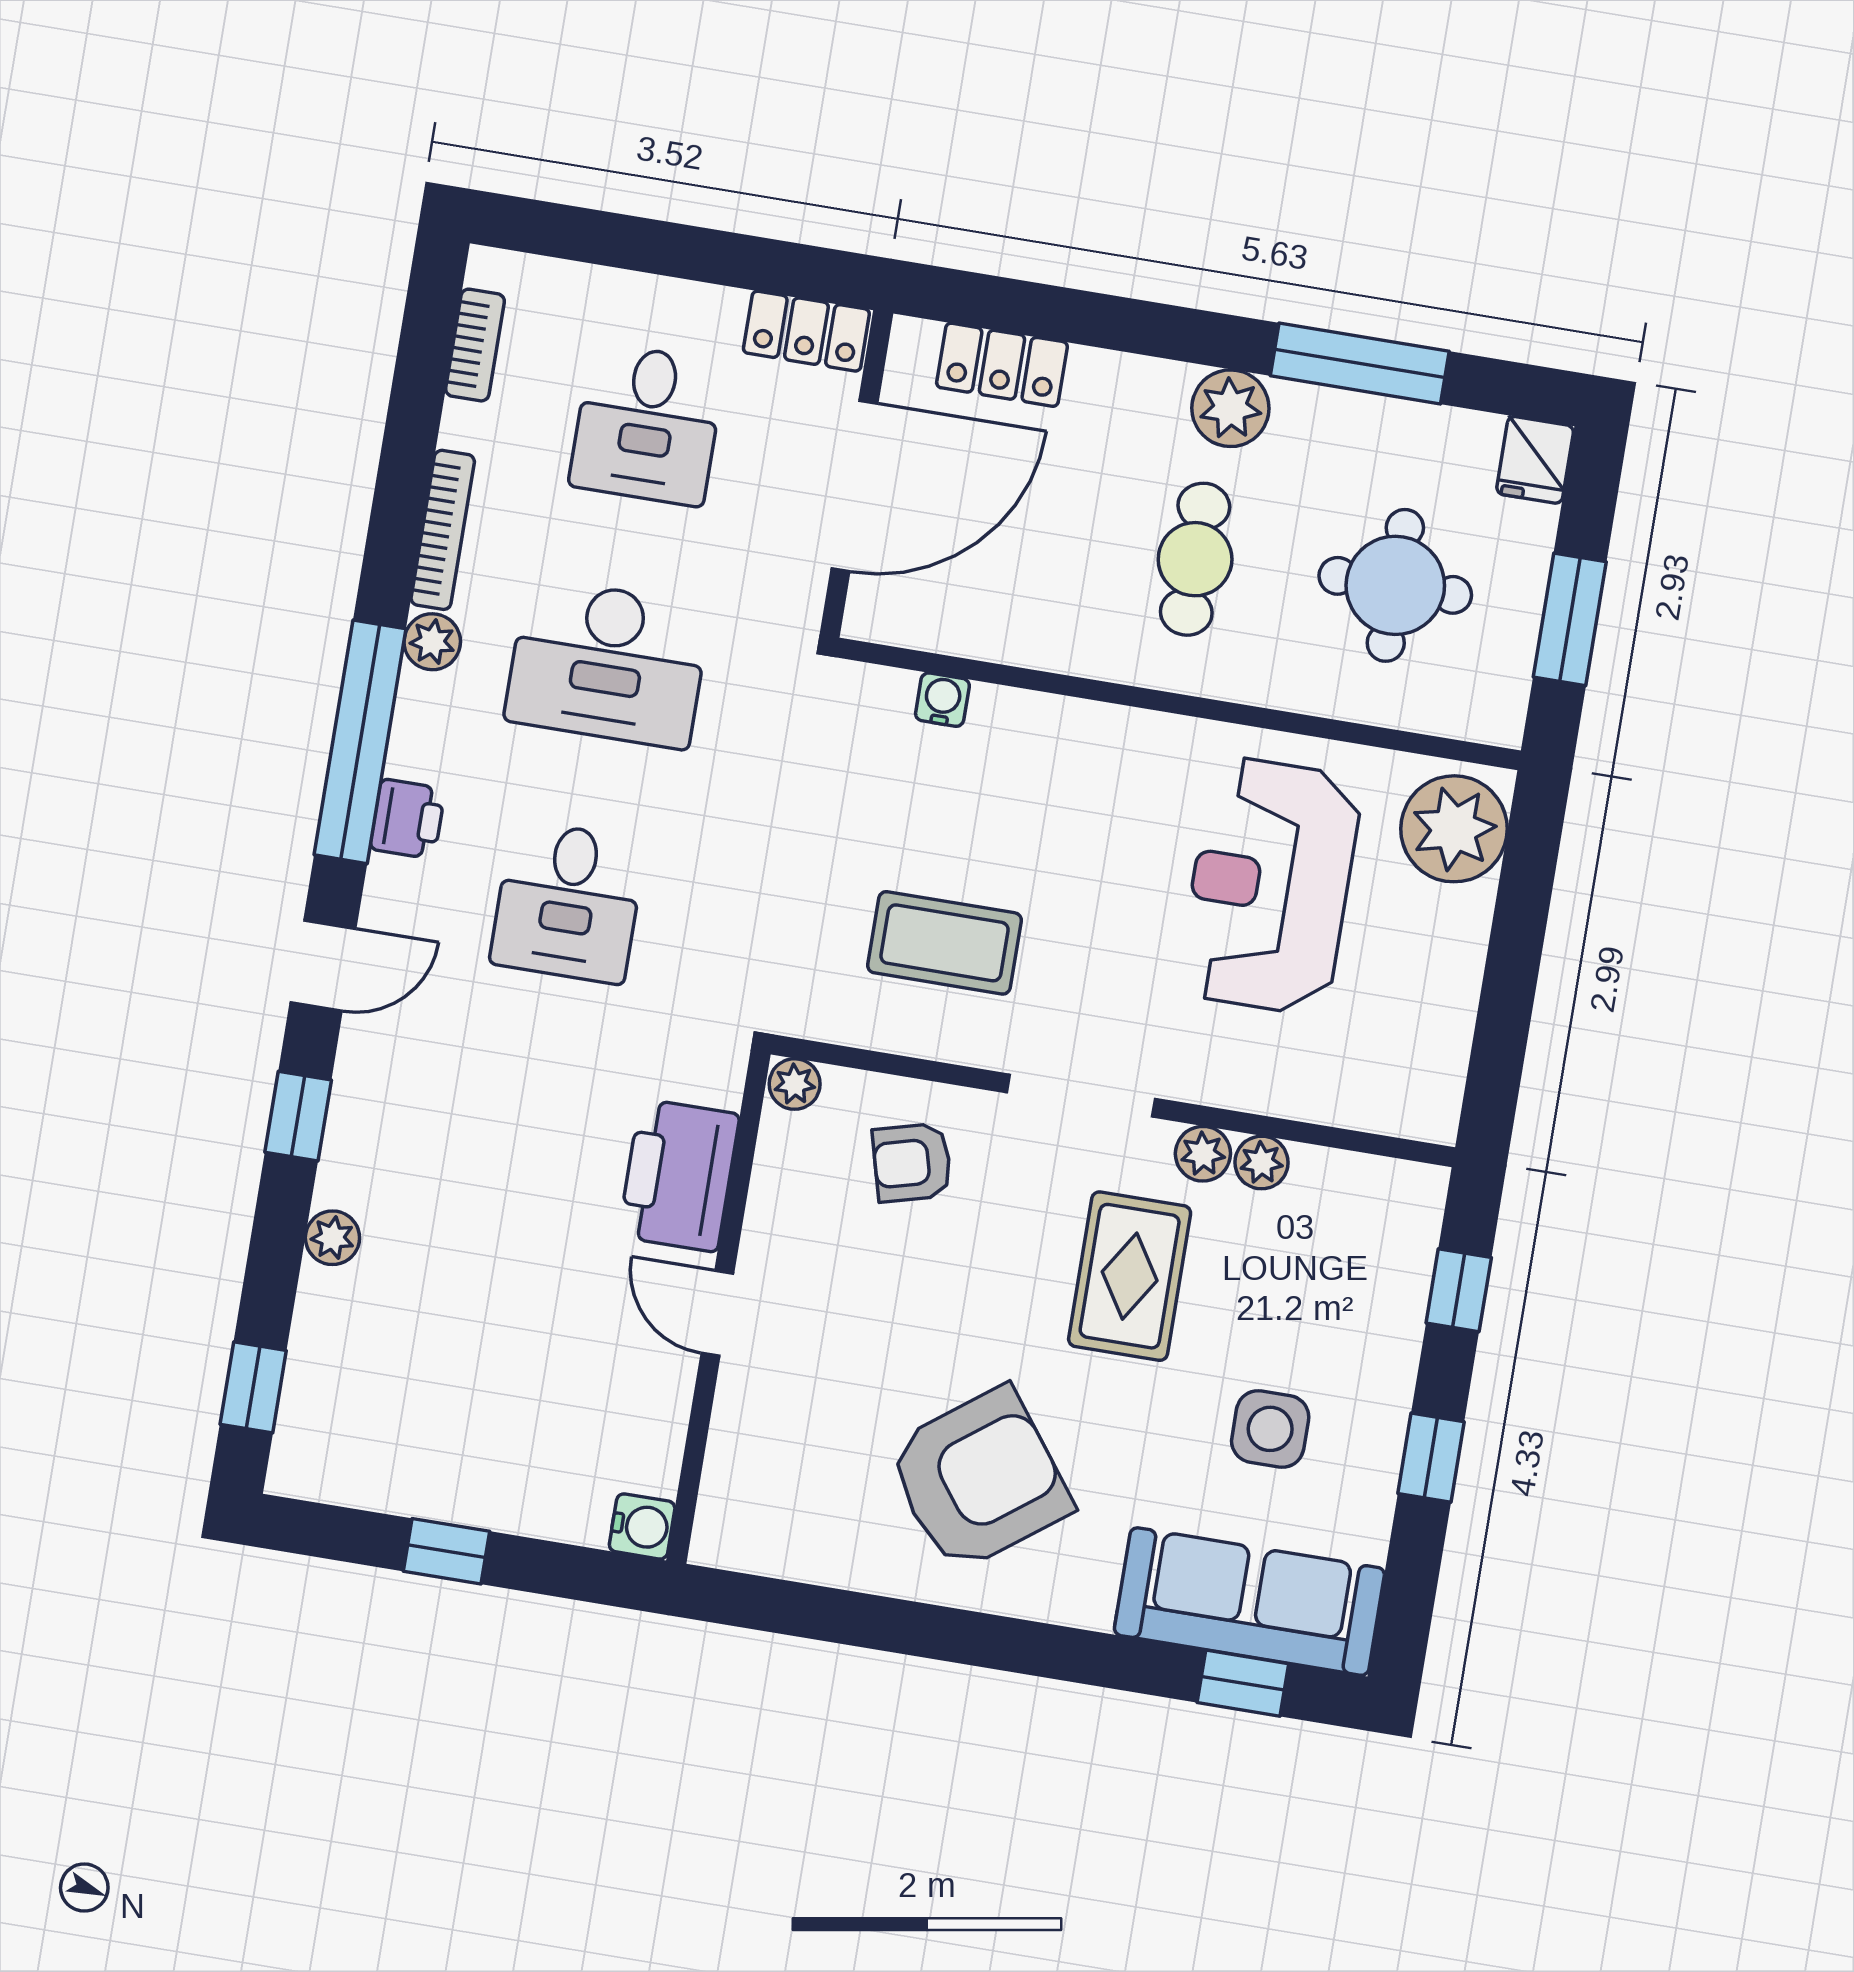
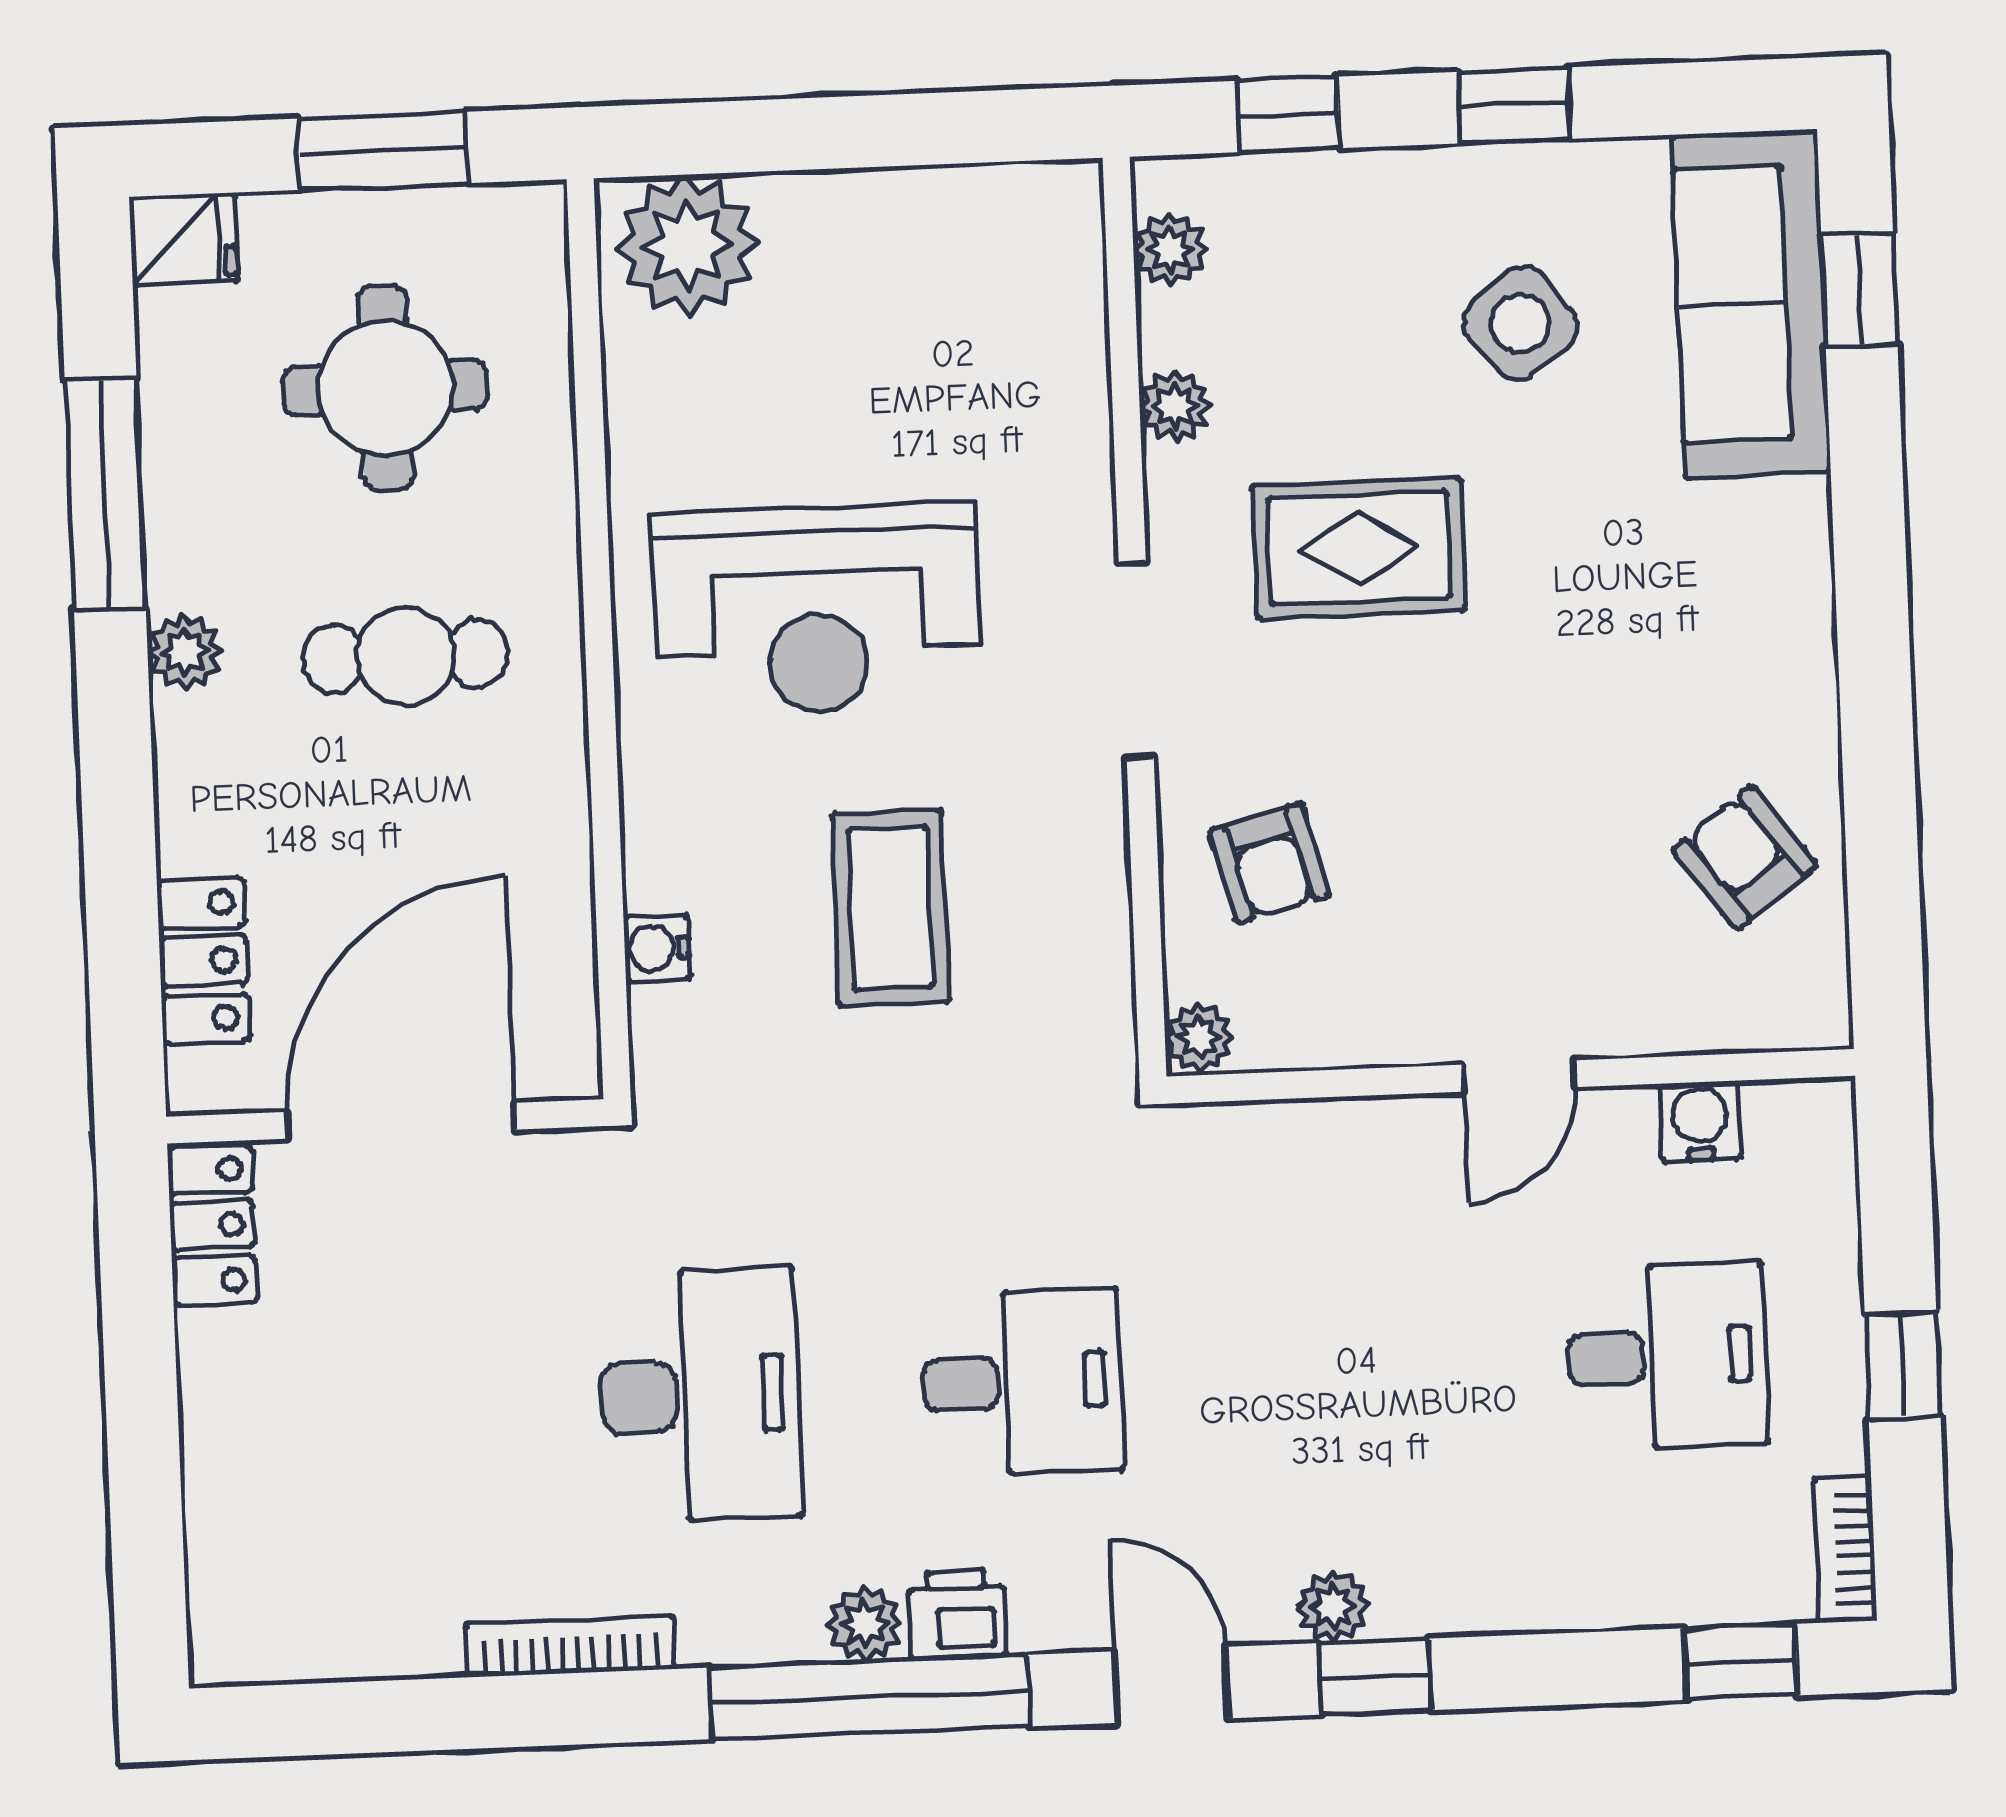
bookcase: (475, 345) -> (1845, 1549), moved, turned -90
plant: (1230, 408) -> (185, 652), width x0.73, depth x0.73
desk: (647, 424) -> (1667, 1356), moved
door: (854, 486) -> (402, 1121), hinge flipped
plant: (432, 642) -> (865, 1624), moved
reception desk: (1270, 886) -> (817, 610), moved
coffee table: (944, 943) -> (890, 908), moved
plant: (1203, 1154) -> (1170, 250), moved
printer: (679, 1175) -> (1349, 1164), removed
plant: (332, 1238) -> (1333, 1607), moved
side table: (1270, 1429) -> (1520, 323), turned -38
armchair: (979, 1479) -> (1745, 858), moved, width x0.53, depth x0.53
water cooler: (642, 1526) -> (1700, 1121), moved

